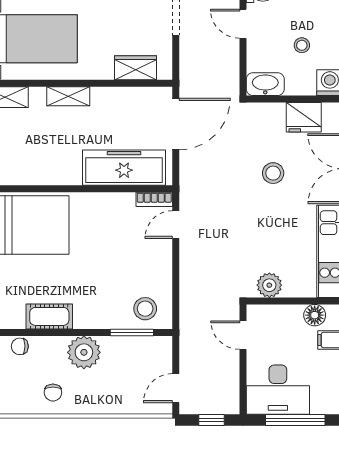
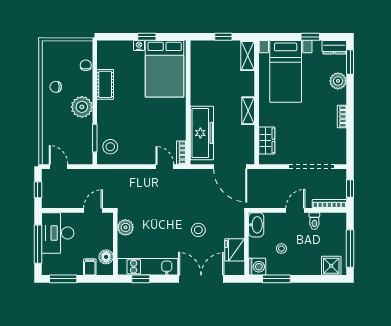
shelving: (68, 96) -> (248, 111), moved

